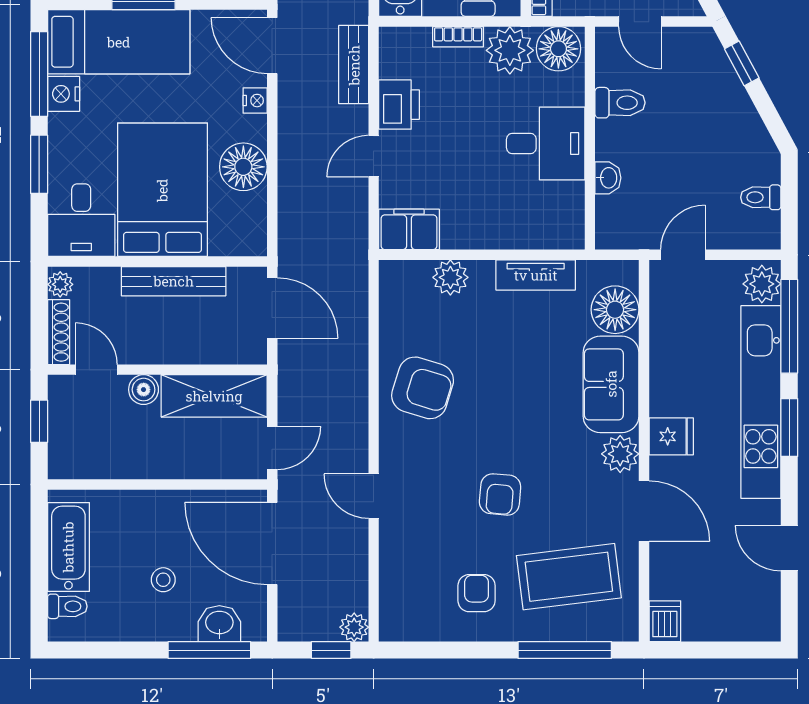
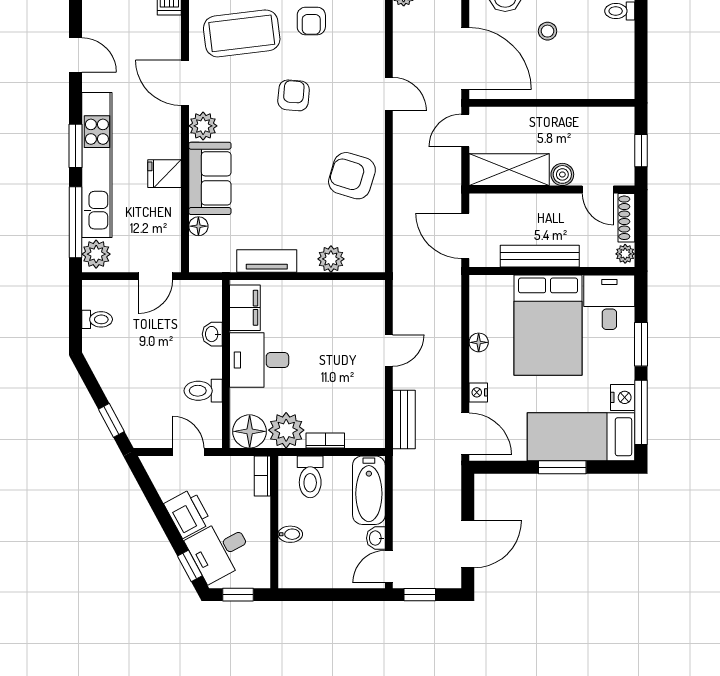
printer: (399, 105) -> (370, 389), removed
floor lamp: (243, 167) -> (479, 342), width x0.53, depth x0.53
filing cabinet: (409, 229) -> (245, 308), moved, turned -90
floor lamp: (615, 310) -> (198, 226), width x0.53, depth x0.53
fridge: (671, 436) -> (165, 174), moved
bathtub: (68, 547) -> (619, 56), removed

